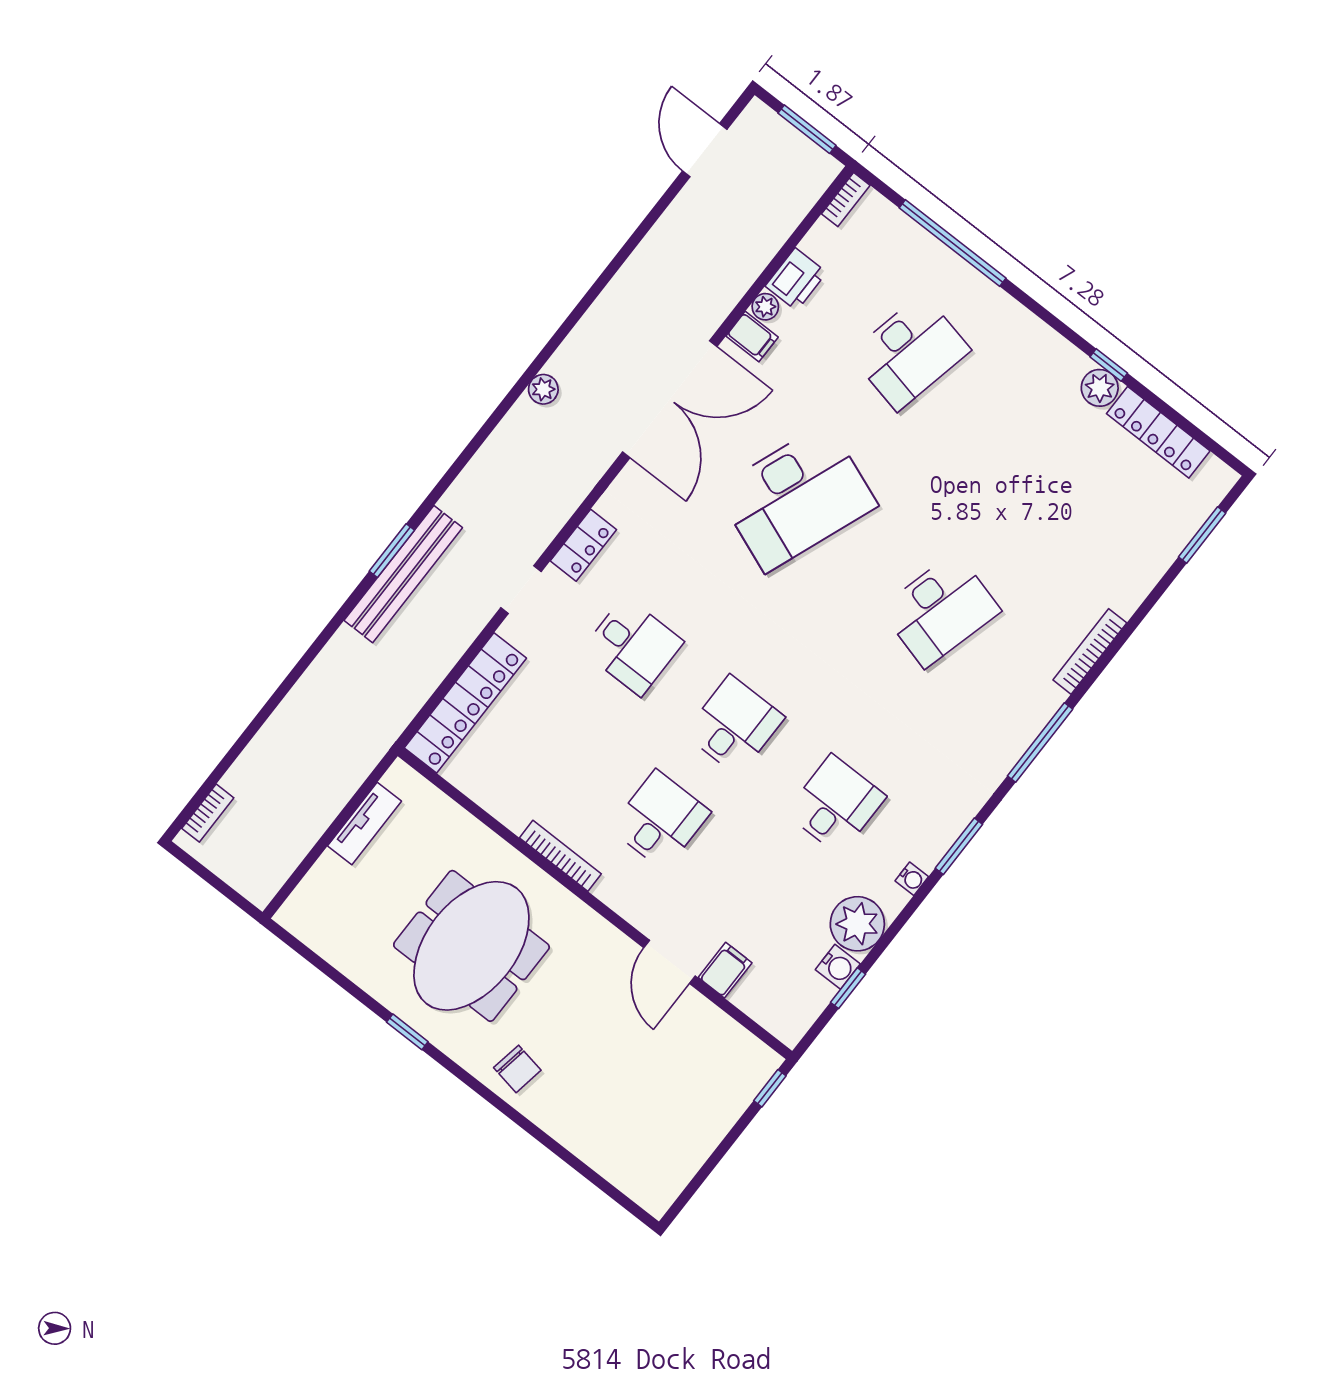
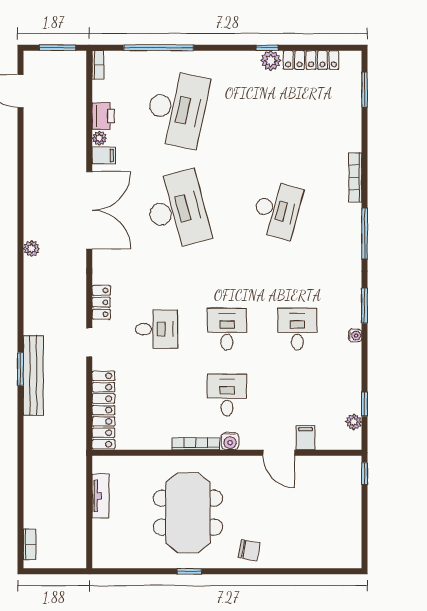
desk: (910, 352) -> (177, 109), width x1.36, depth x1.30
desk: (796, 497) -> (177, 210), turned -36
plant: (857, 924) -> (354, 422), moved, width x0.53, depth x0.53
water cooler: (838, 967) -> (230, 441), moved, turned 90

